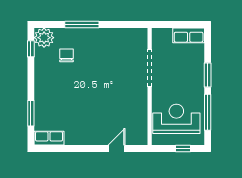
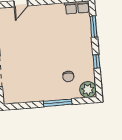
window: (31, 49) -> (96, 61), moved

